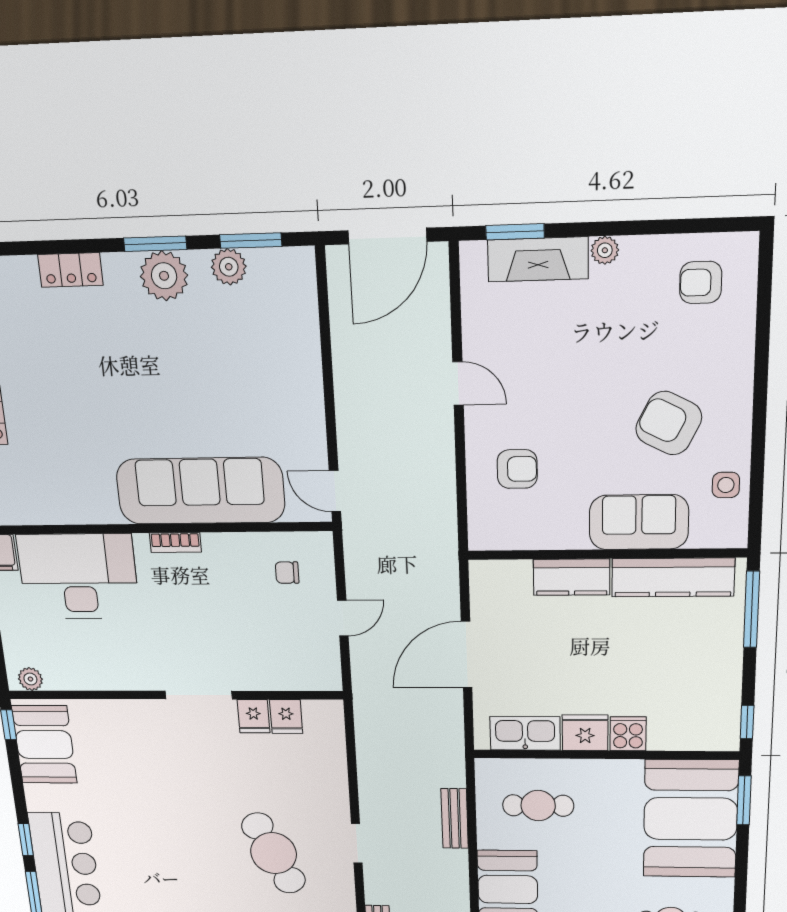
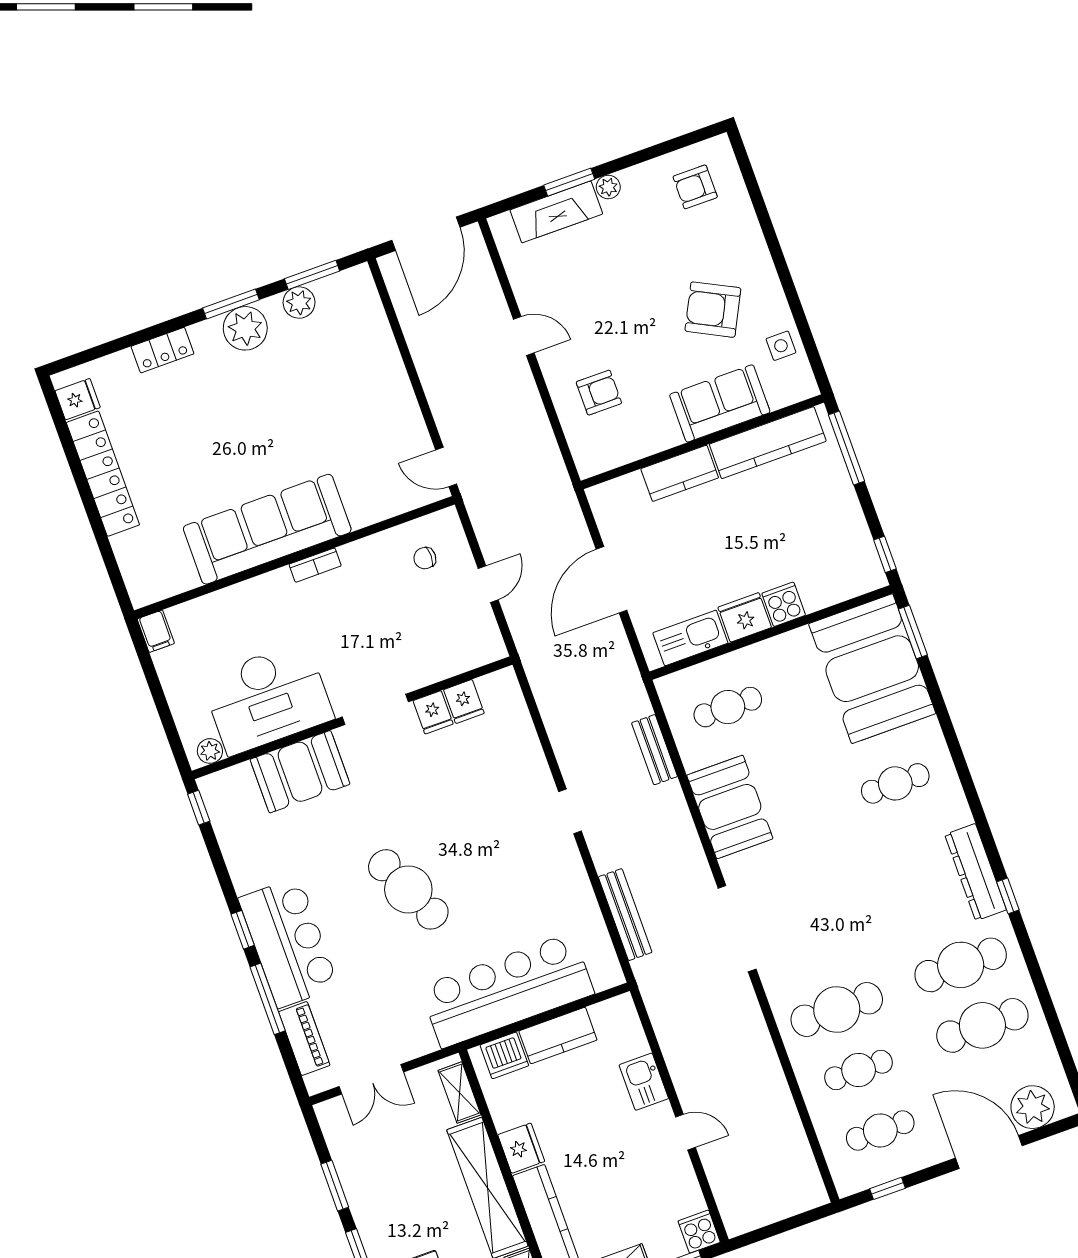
window: (515, 232) -> (569, 182), moved
sofa: (200, 491) -> (267, 529), moved
desk: (78, 576) -> (267, 698), moved, turned 180
booth: (44, 745) -> (300, 772), moved, turned 90
cafe table: (274, 853) -> (408, 889), moved

